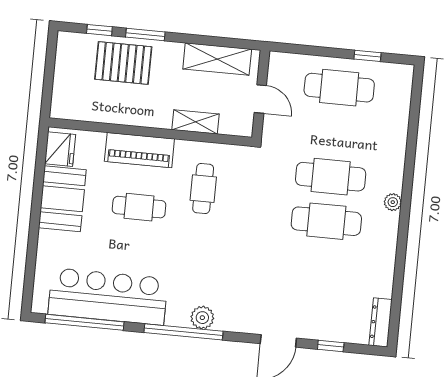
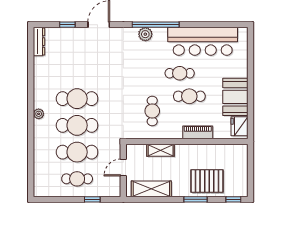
window: (99, 30) -> (233, 199), moved
window: (367, 56) -> (92, 199), moved
cafe table: (339, 88) -> (77, 179), width x0.73, depth x0.74
door: (260, 99) -> (123, 168), hinge flipped
cafe table: (335, 132) -> (77, 152), added
piano: (139, 150) -> (198, 132), width x0.73, depth x0.75
cafe table: (151, 247) -> (180, 73), added
window: (84, 322) -> (215, 25), removed

